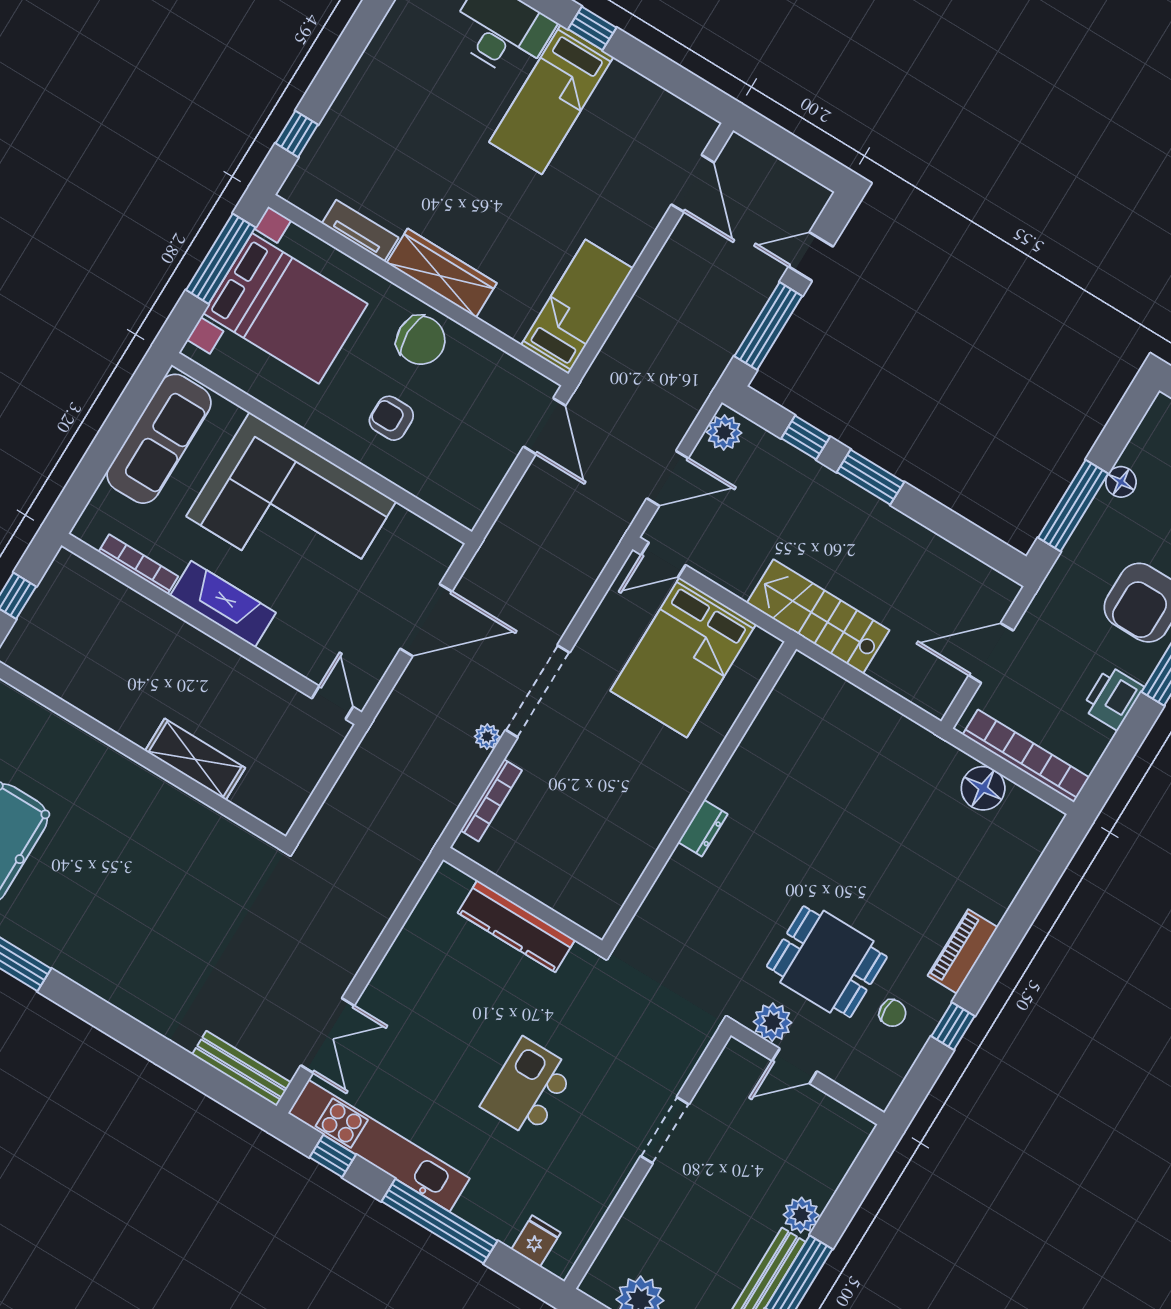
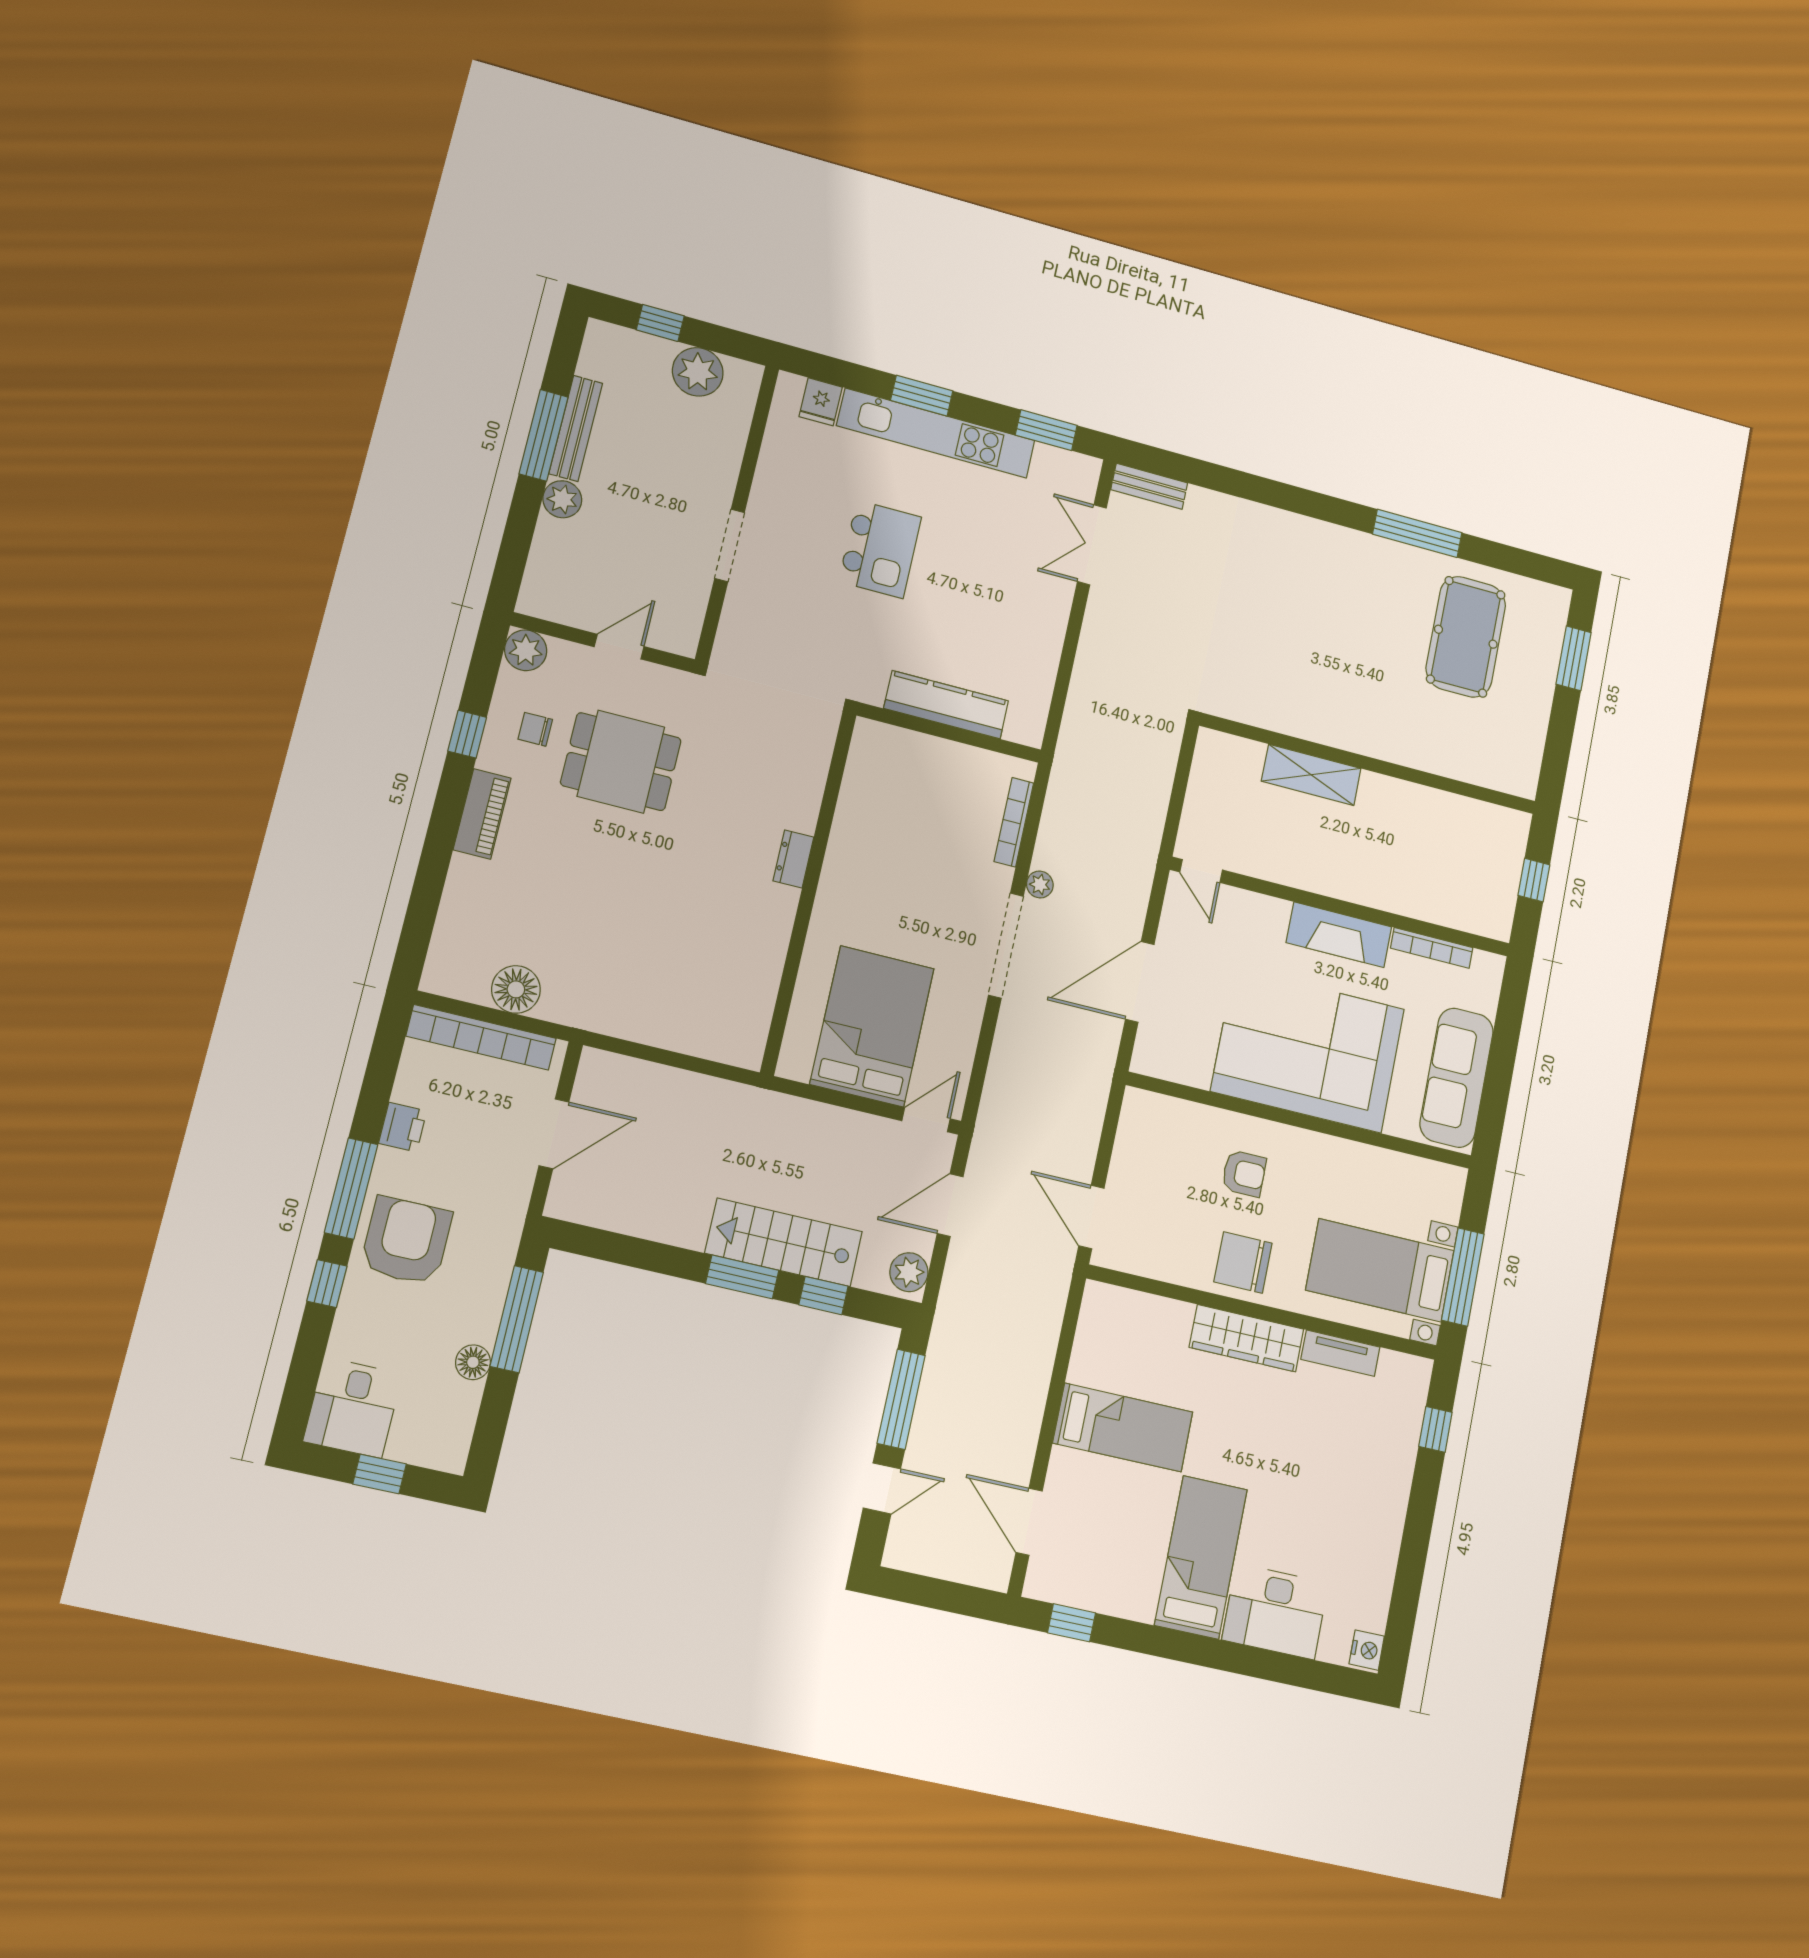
window: (592, 28) -> (1072, 1623), moved
bed: (577, 307) -> (1123, 1427), moved, turned -90
bed with nightstands: (285, 308) -> (1380, 1270), width x0.73
stairs: (818, 617) -> (784, 1242), moved, turned 180
printer: (1113, 698) -> (403, 1127), width x0.73, depth x0.81
plant: (772, 1022) -> (526, 650), moved
bench: (241, 1068) -> (1149, 486), width x0.73
kitchen unit: (379, 1146) -> (936, 433), moved
window: (333, 1156) -> (1046, 430), width x1.50
window: (439, 1221) -> (922, 396), width x0.47

